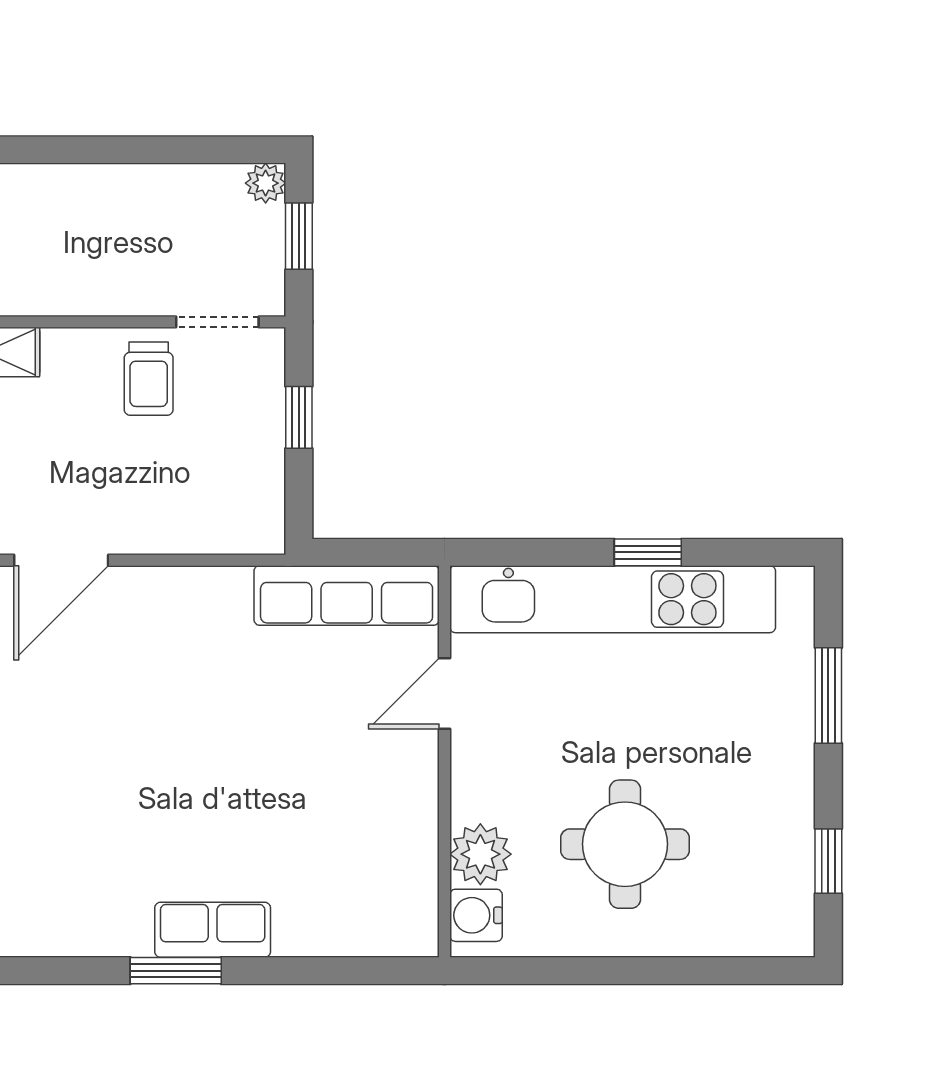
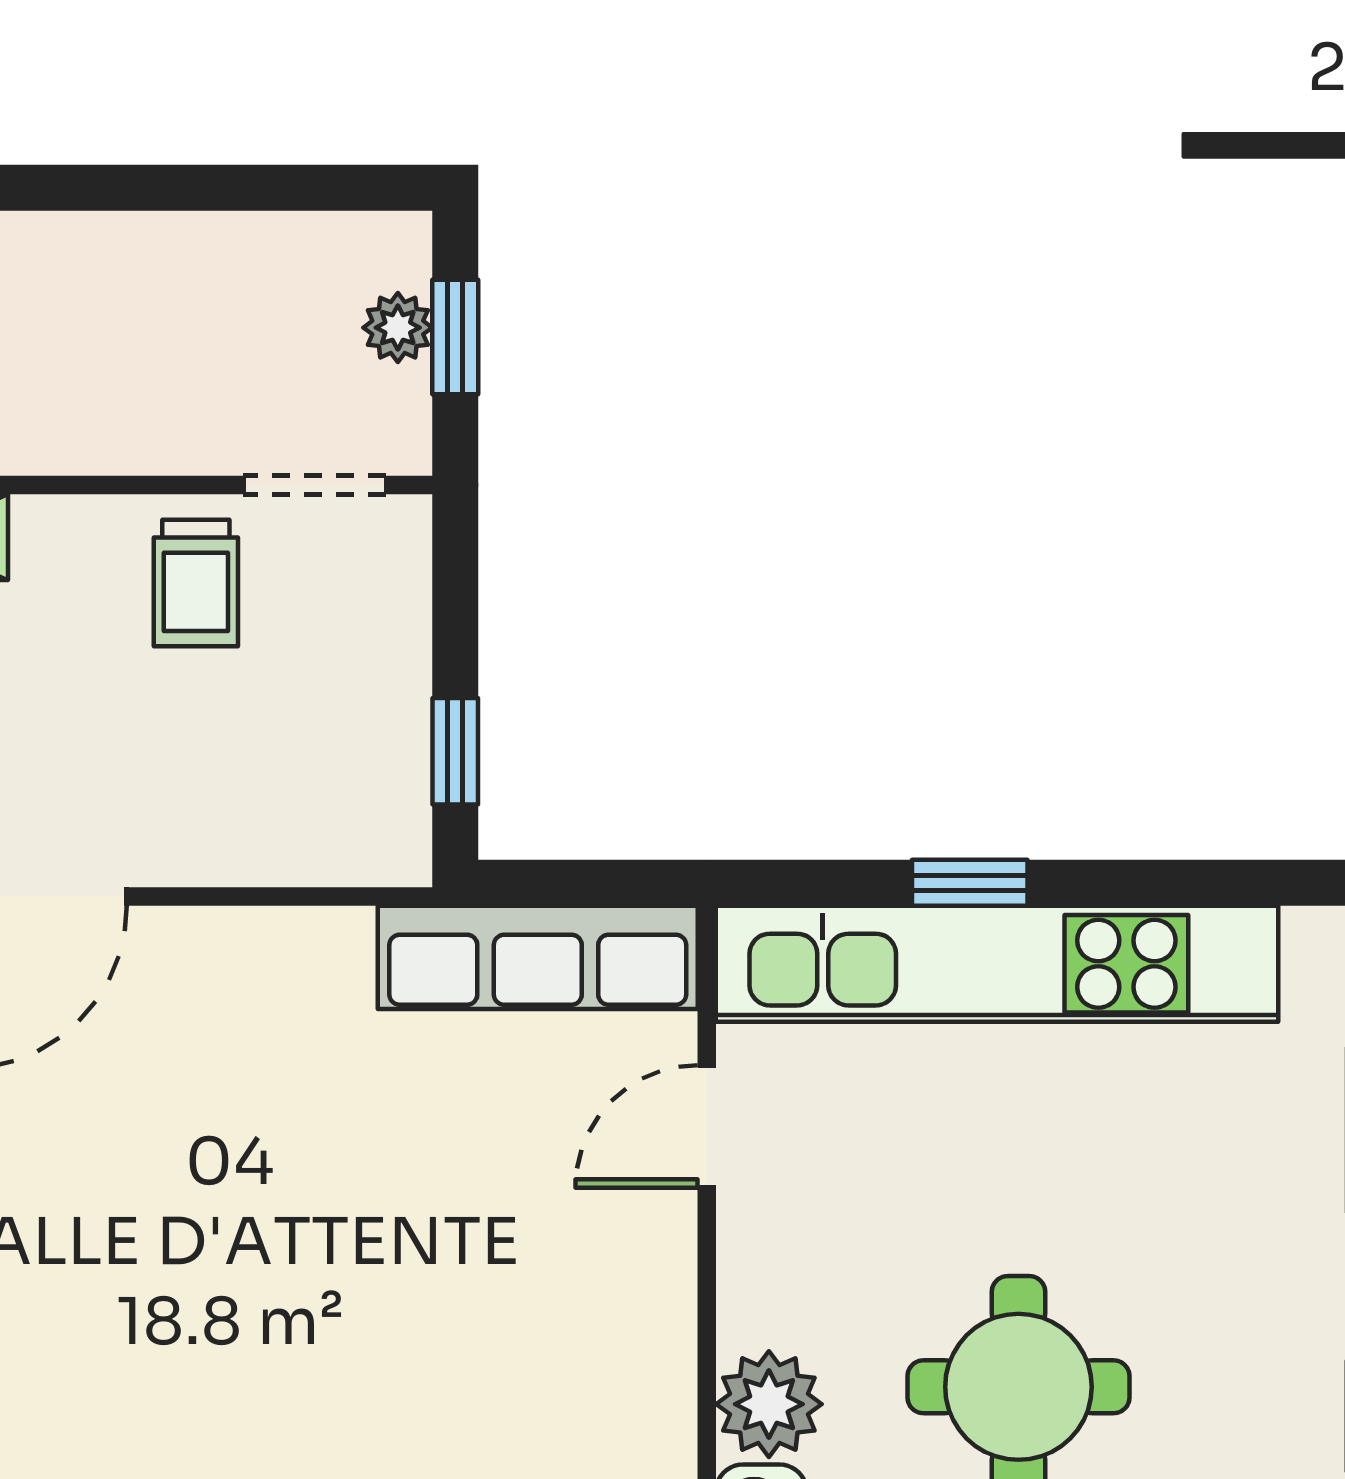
plant: (266, 183) -> (398, 328), moved
window: (299, 417) -> (455, 751), moved
window: (648, 552) -> (970, 883), moved

